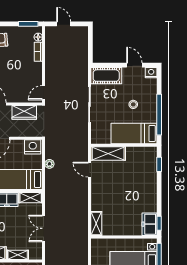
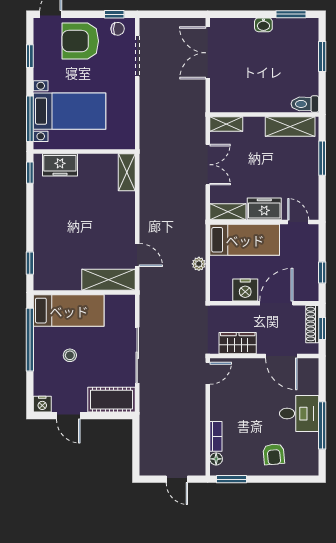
nightstand: (33, 147) -> (245, 290), moved
freezer: (150, 224) -> (60, 165), moved, turned 90
shelving: (18, 255) -> (226, 124), moved

